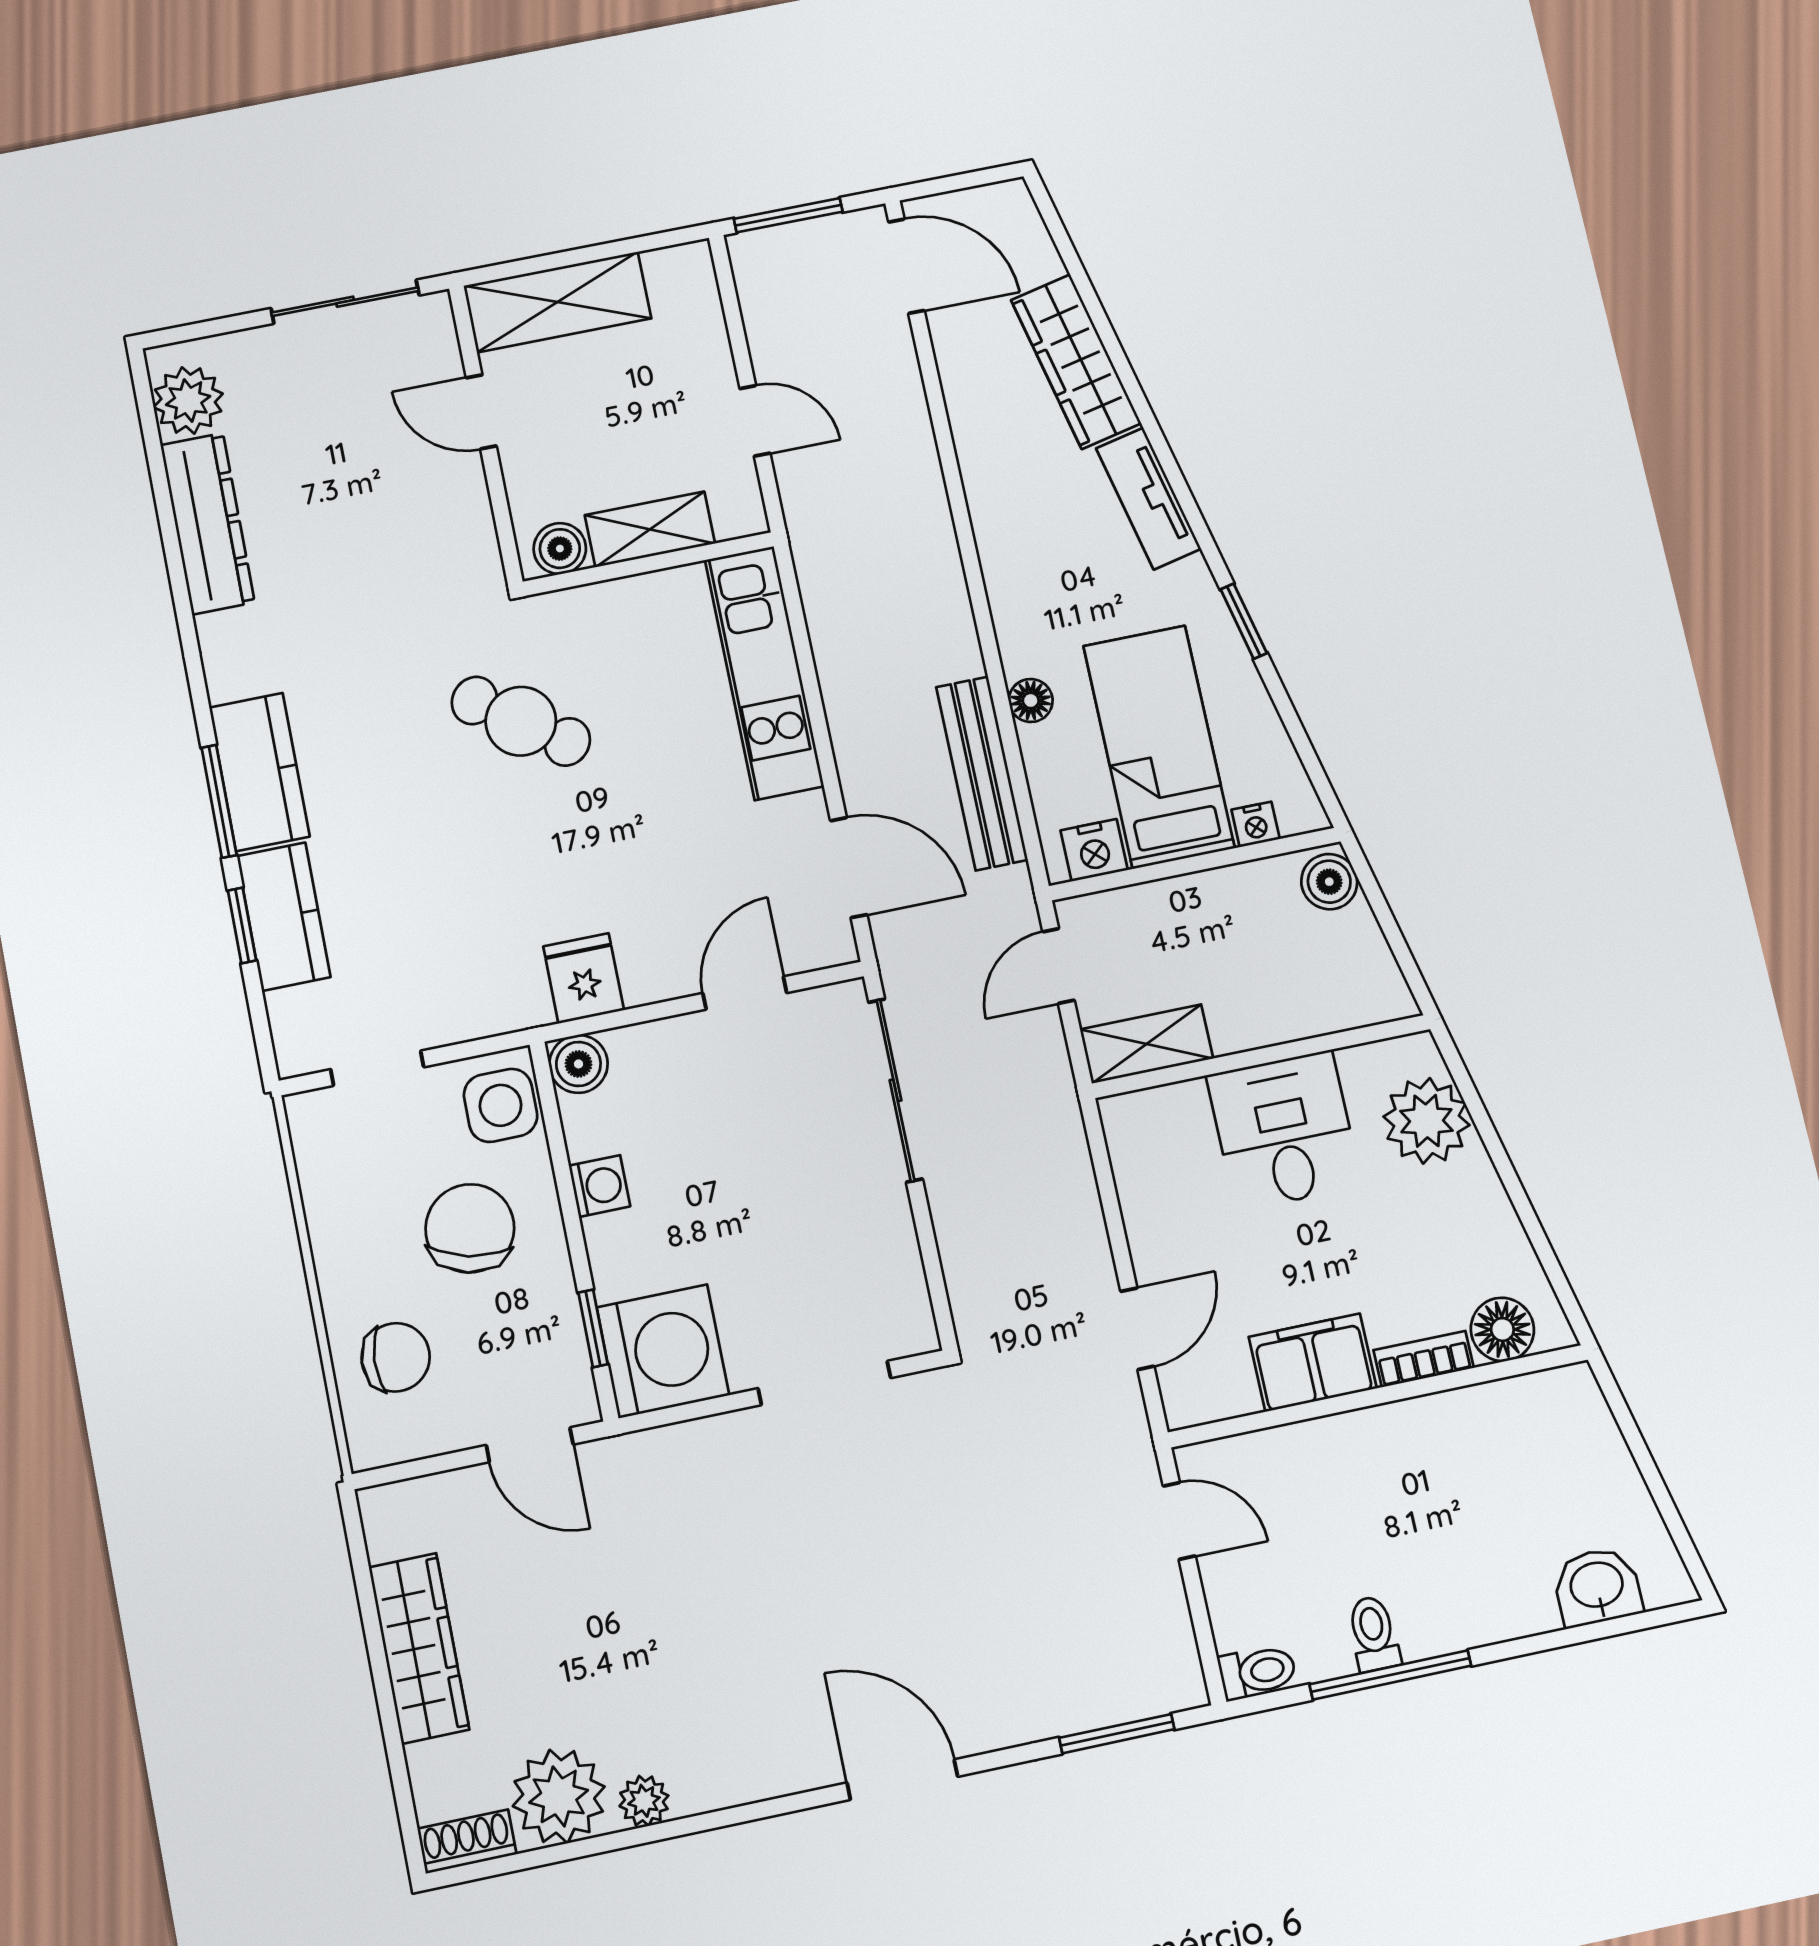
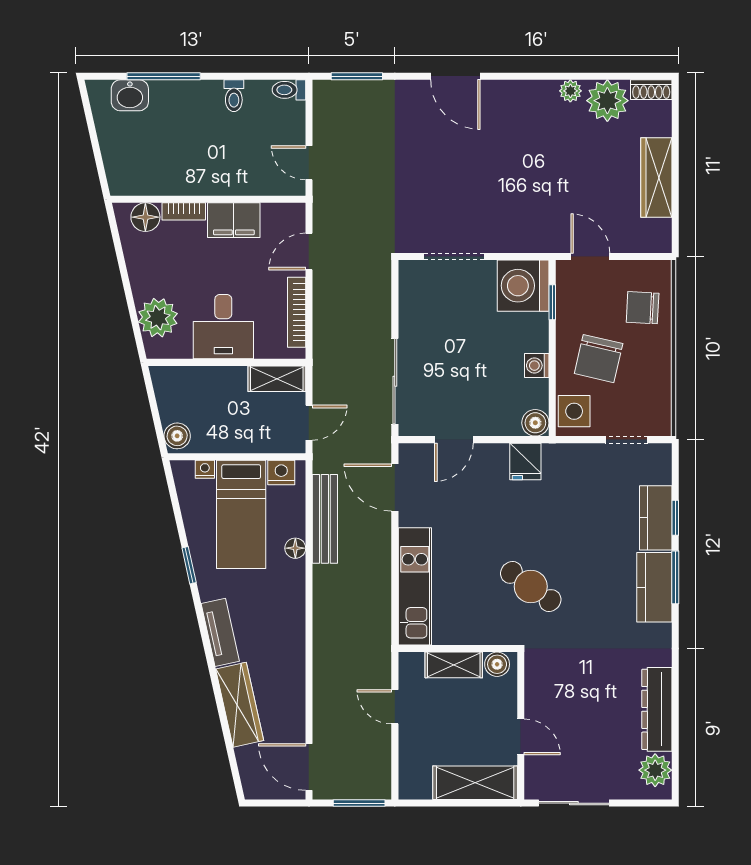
bookcase: (1136, 1193) -> (297, 312), added
window: (1390, 1675) -> (164, 76), moved

